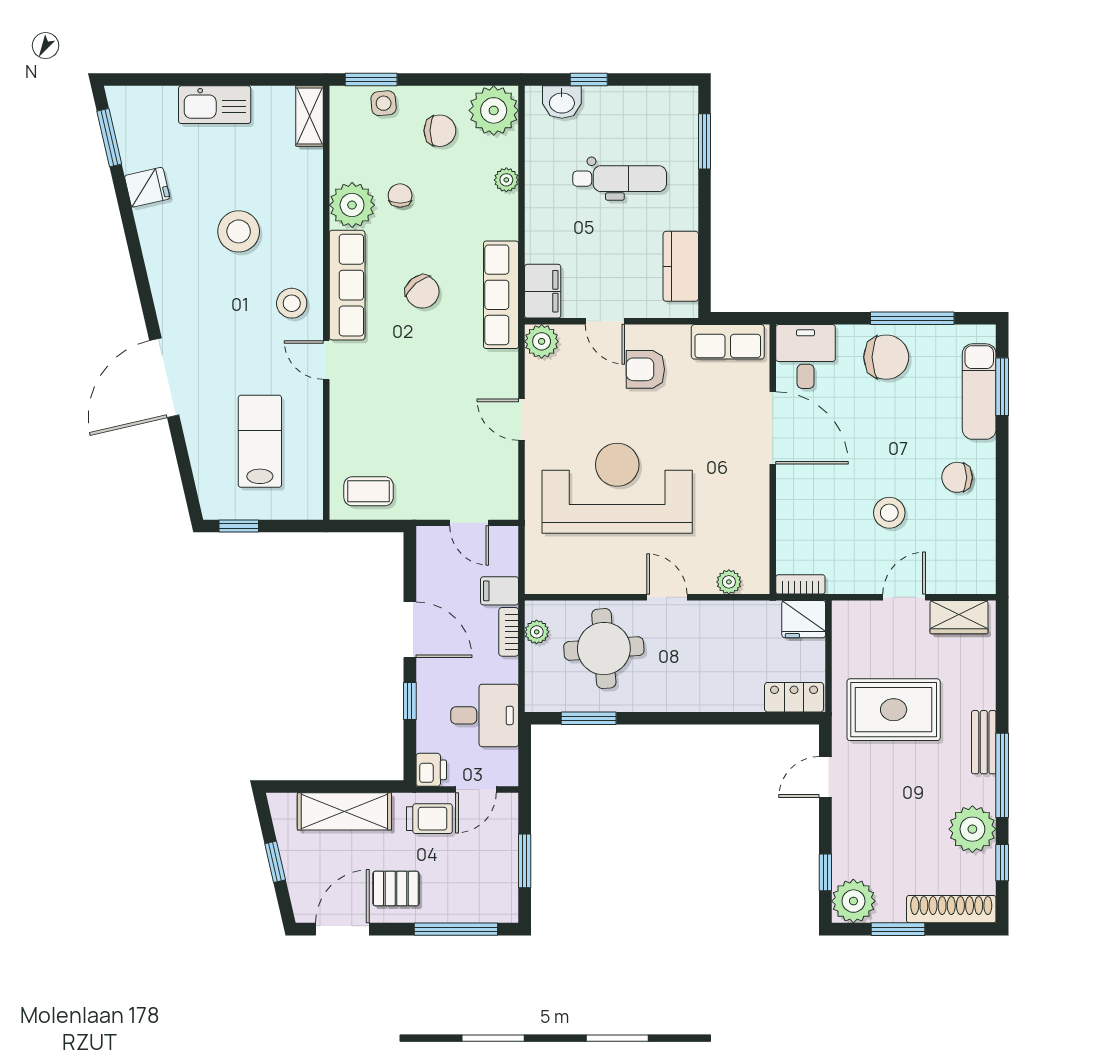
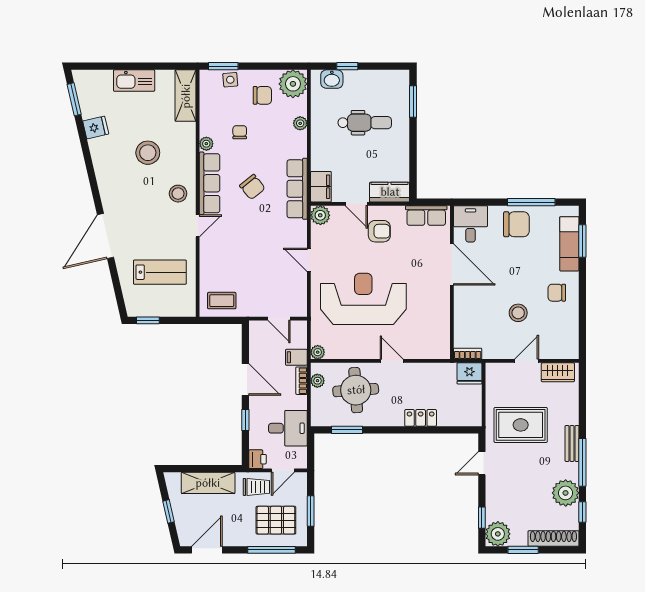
shelving: (309, 116) -> (186, 96), width x1.50, depth x1.33
plant: (352, 205) -> (206, 144), width x0.53, depth x0.53
kitchen counter: (681, 266) -> (390, 192), moved, turned 90
door: (326, 360) -> (198, 226), swing flipped
armchair: (645, 369) -> (379, 231), turned 180
lab bench: (260, 441) -> (160, 272), turned 90
plant: (729, 582) -> (318, 352), moved
locker: (794, 697) -> (421, 418), moved
pallet: (396, 888) -> (276, 520), moved, width x1.50, depth x1.42

